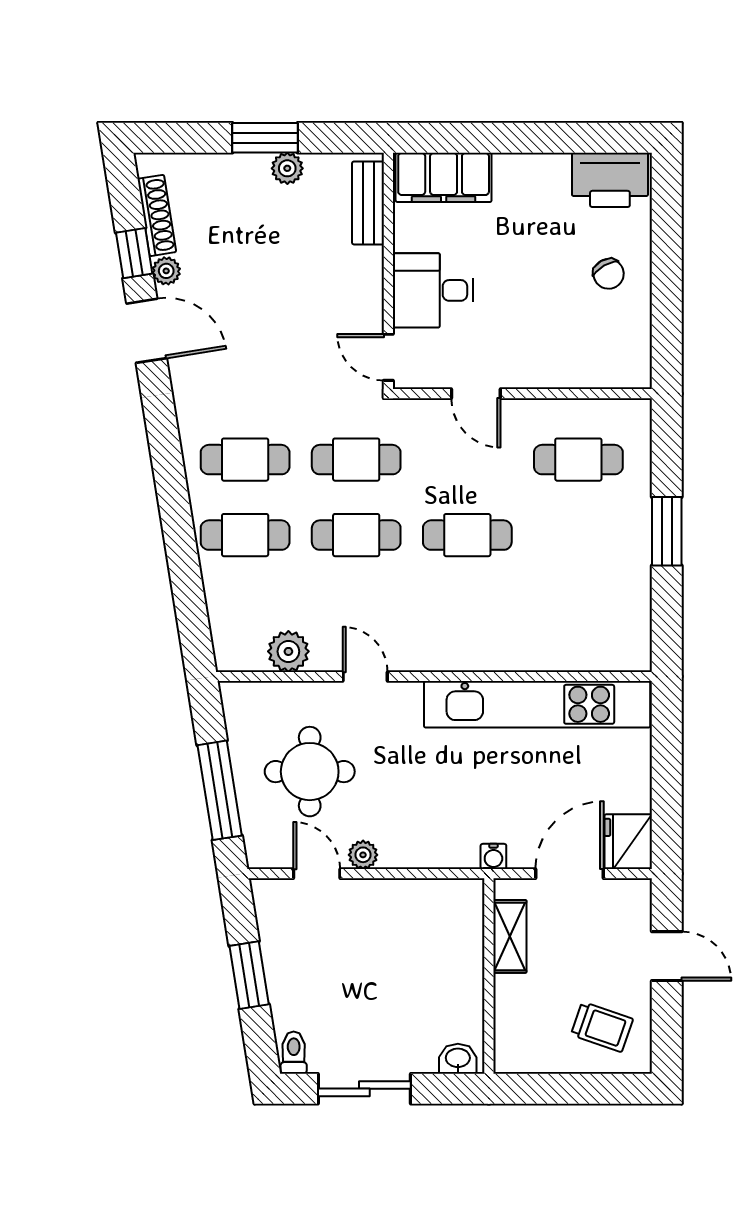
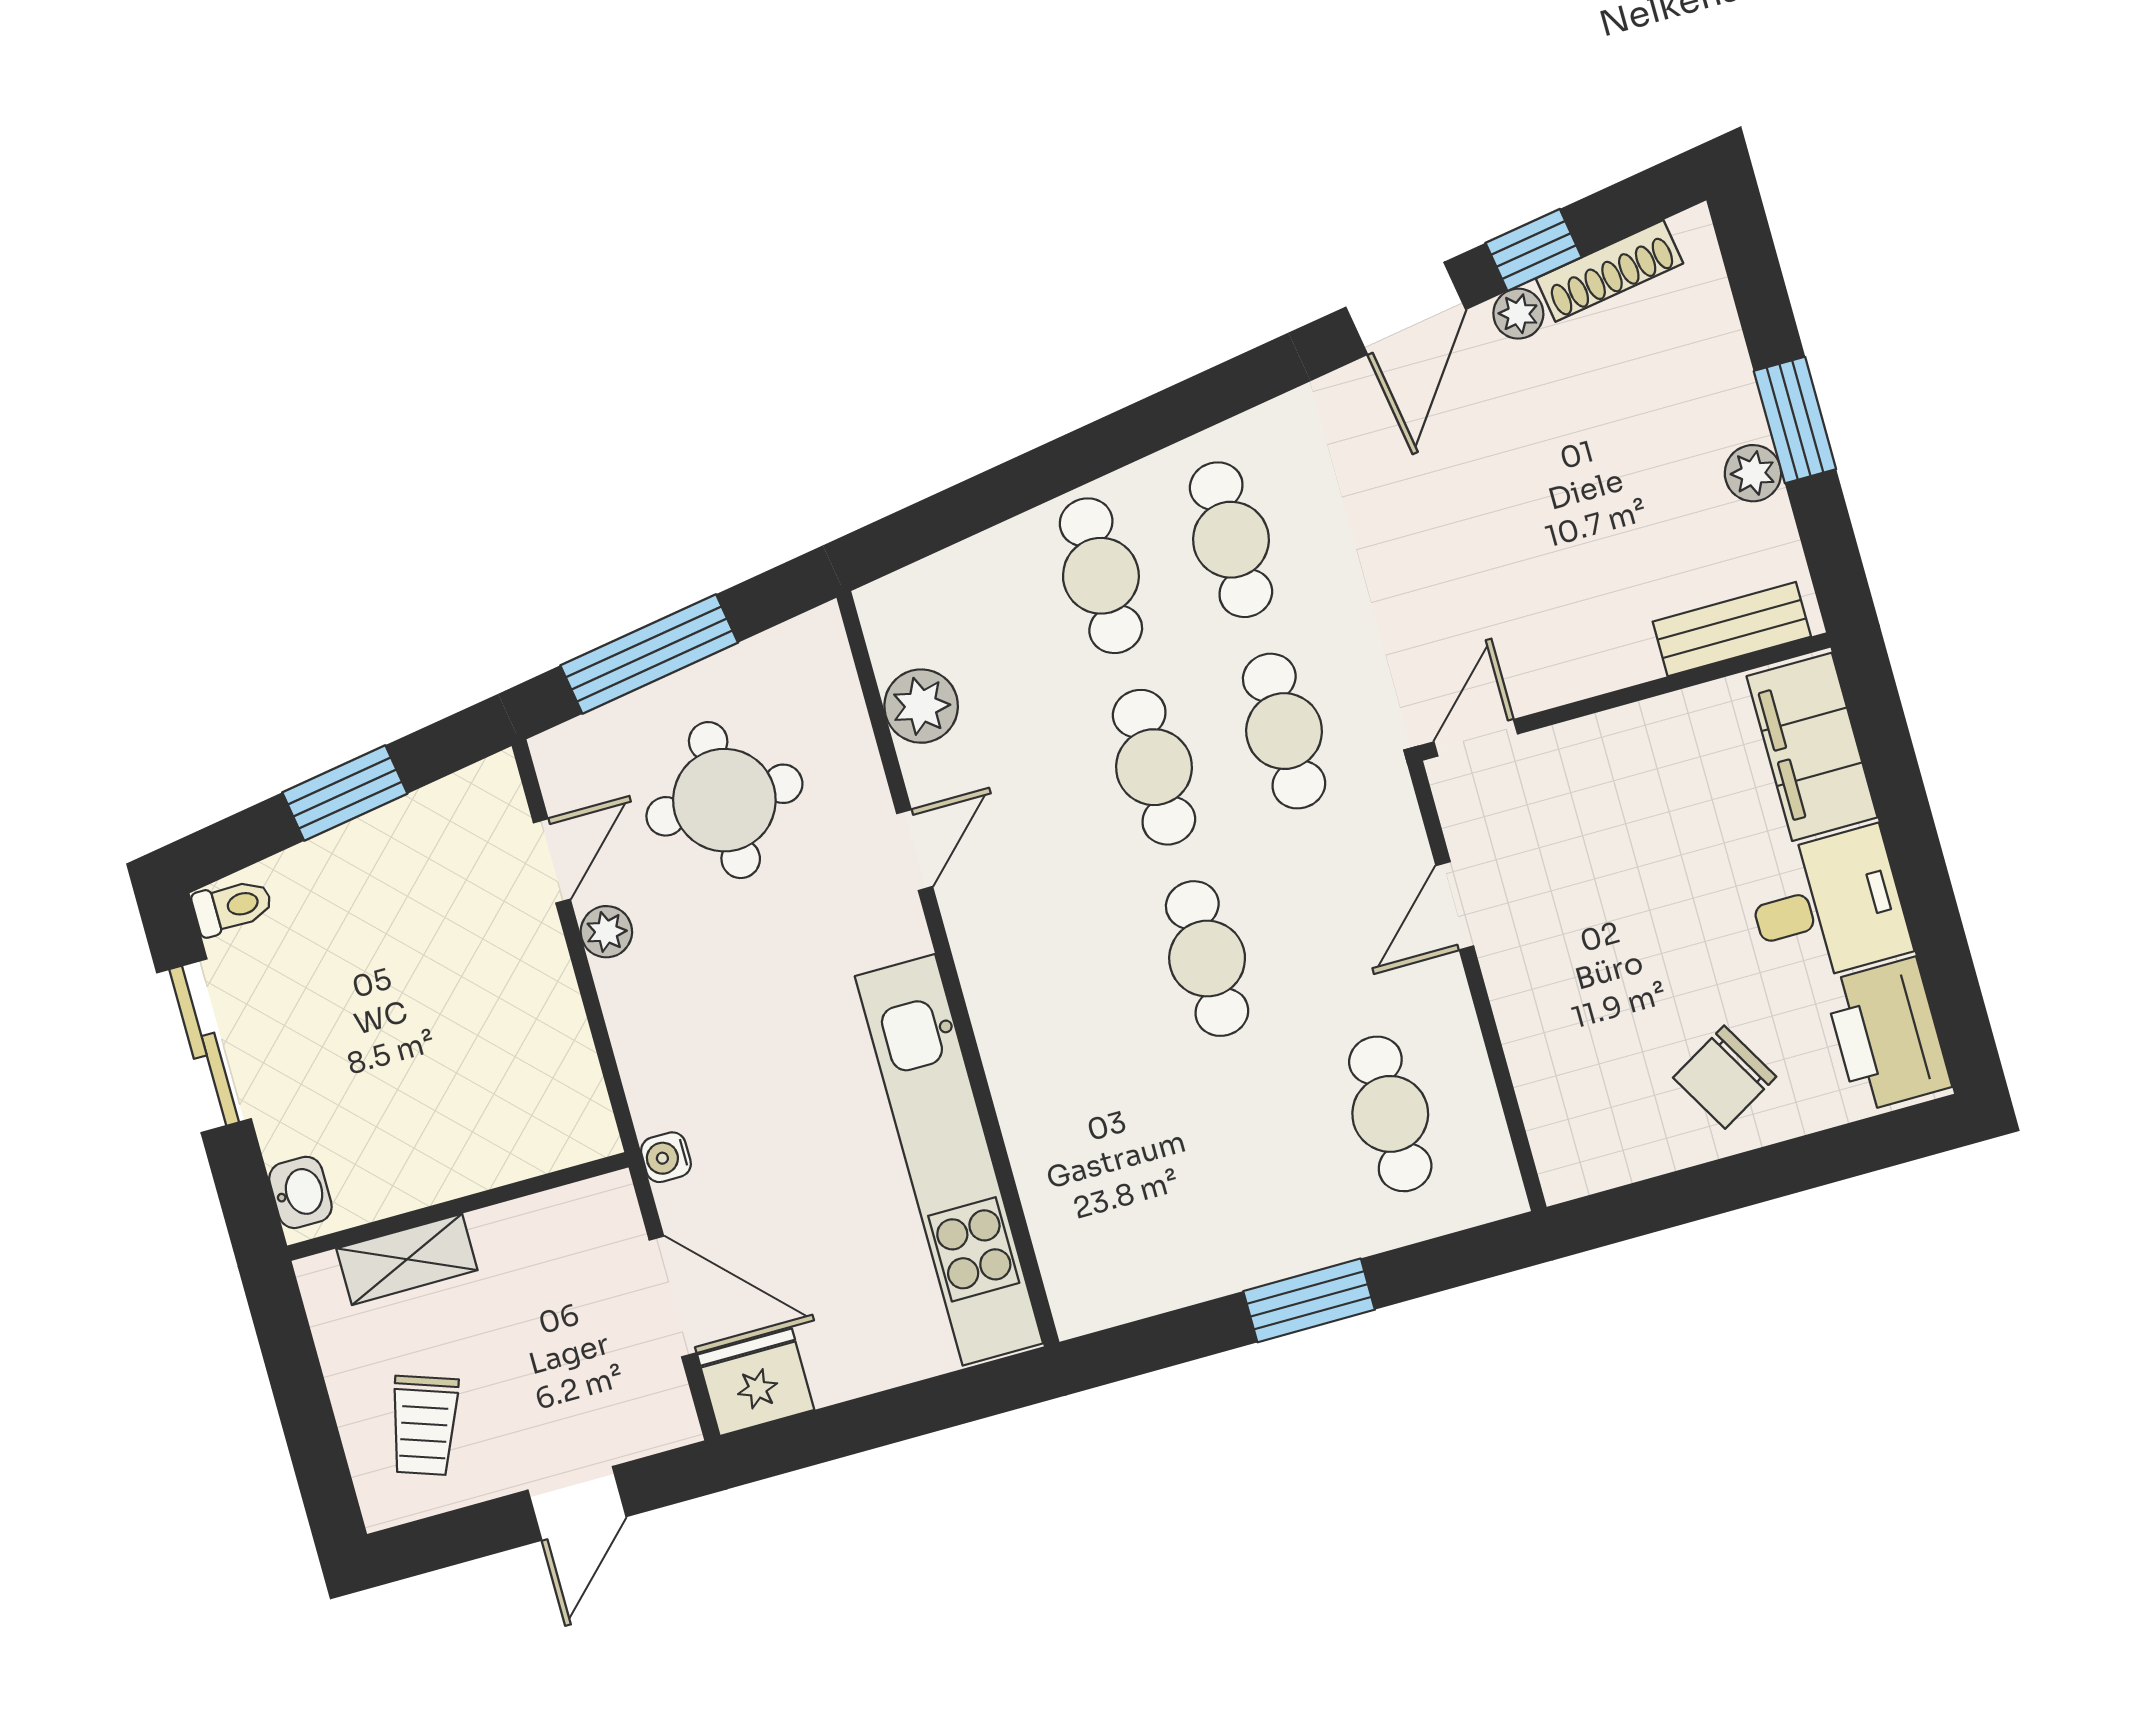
chair: (609, 274) -> (1725, 1077), width x1.37, depth x1.37
desk: (433, 290) -> (1827, 906), moved, turned 90
shelving: (510, 936) -> (407, 1259), moved

